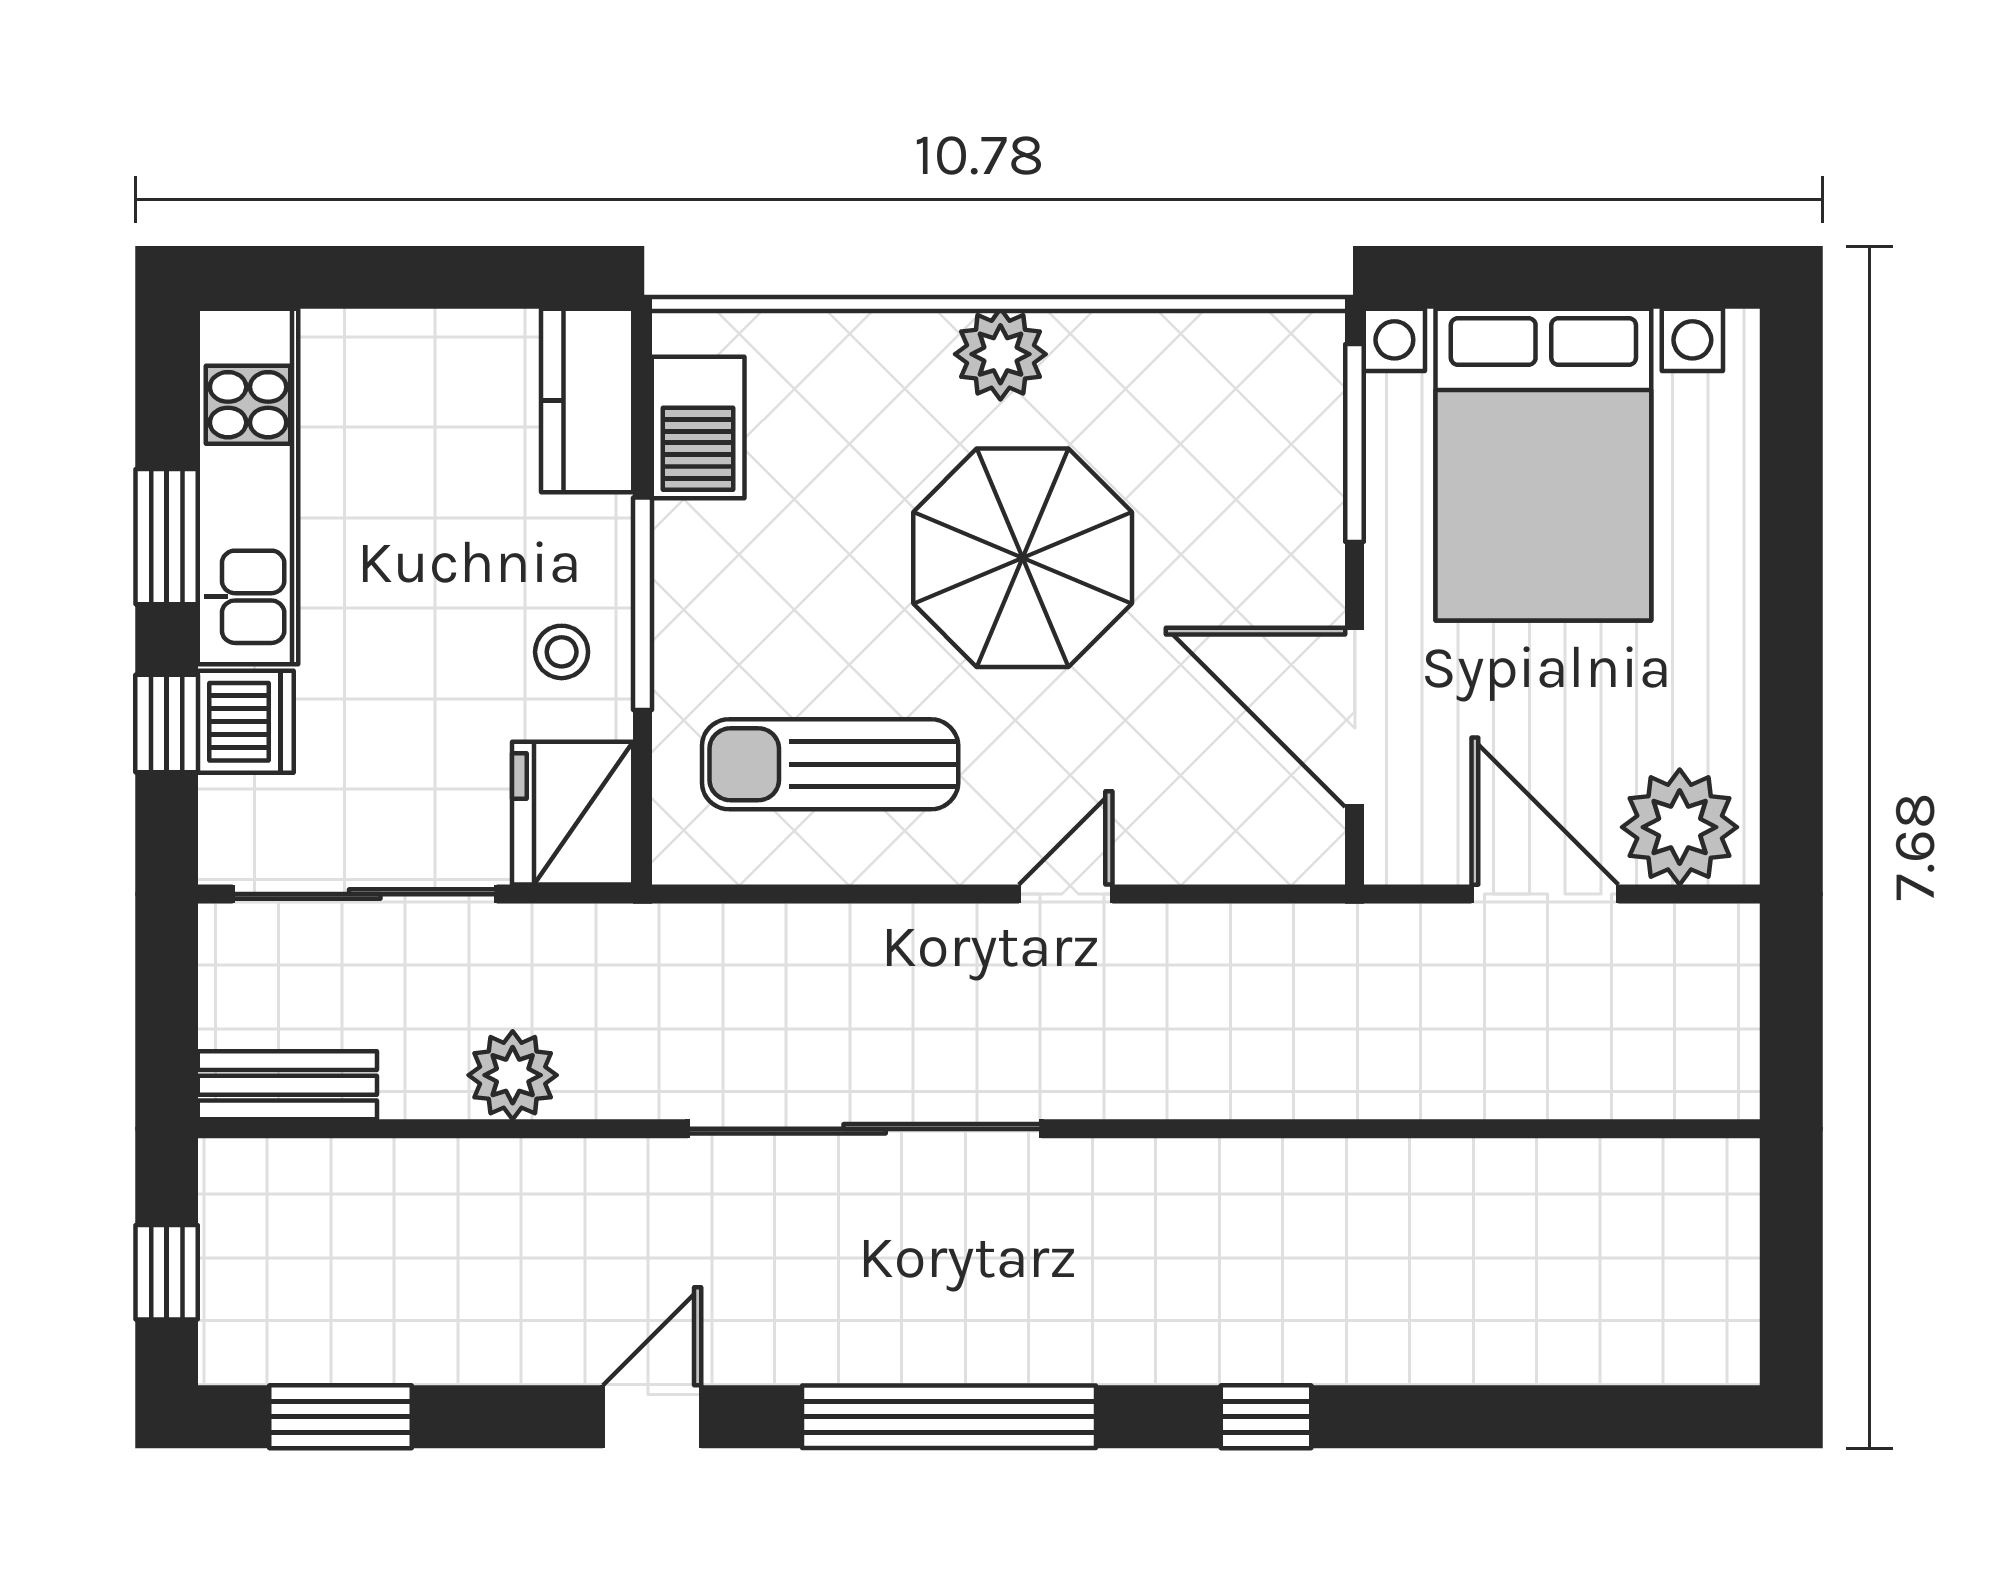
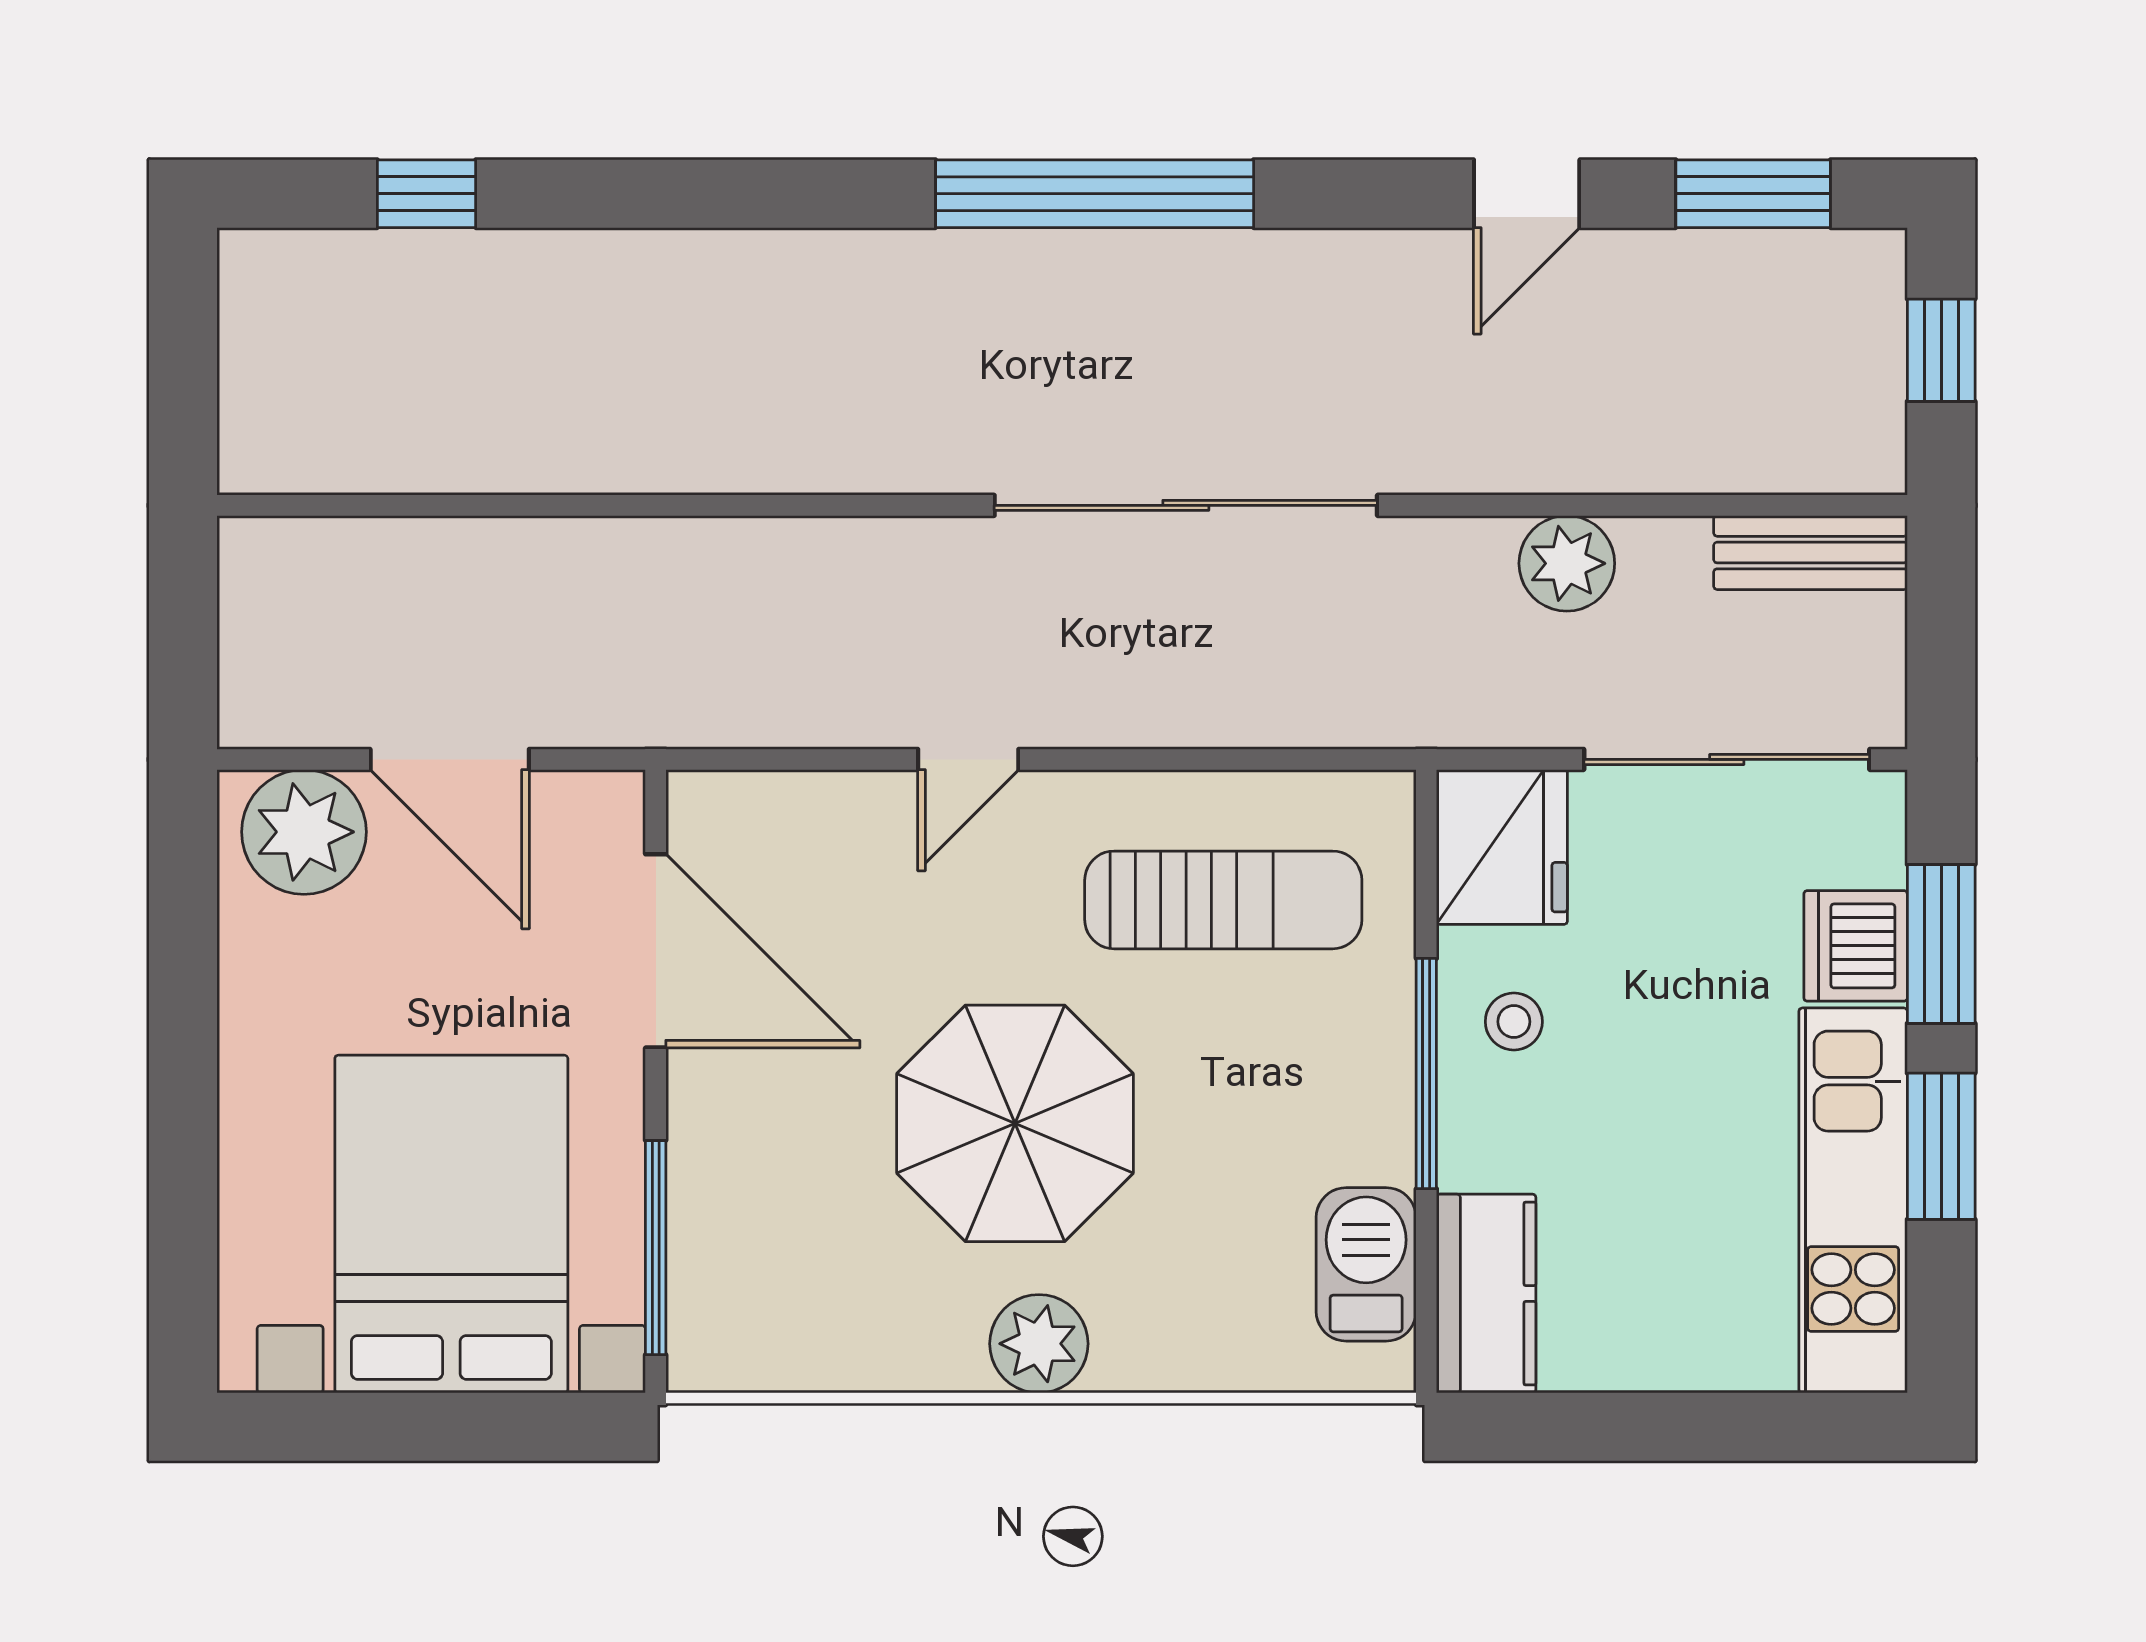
window: (167, 724) -> (1941, 944), width x1.50
door: (652, 1417) -> (1527, 194), moved
window: (1266, 1417) -> (426, 194), moved

